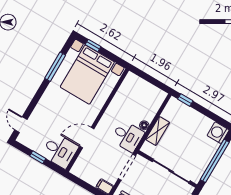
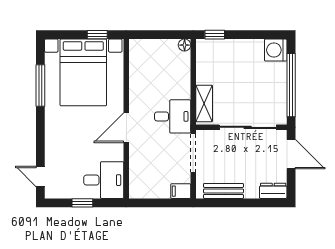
window: (93, 46) -> (97, 35), moved
floor lamp: (144, 125) -> (185, 45), moved
shelving: (158, 131) -> (204, 103), moved
door: (87, 138) -> (126, 128), moved

